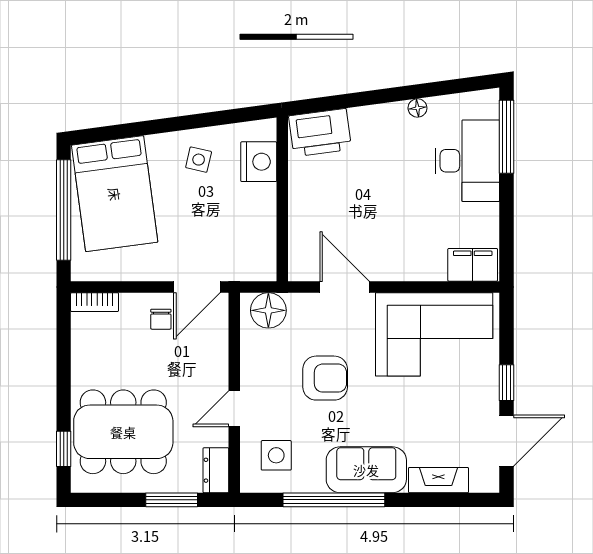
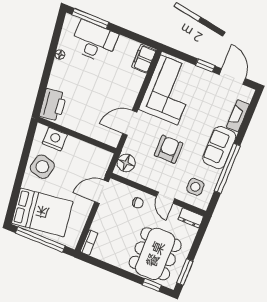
side table: (199, 160) -> (42, 167), width x1.87, depth x1.87
door: (197, 287) -> (102, 192), swing flipped
chair: (161, 319) -> (138, 203), moved
window: (172, 500) -> (185, 272), moved

